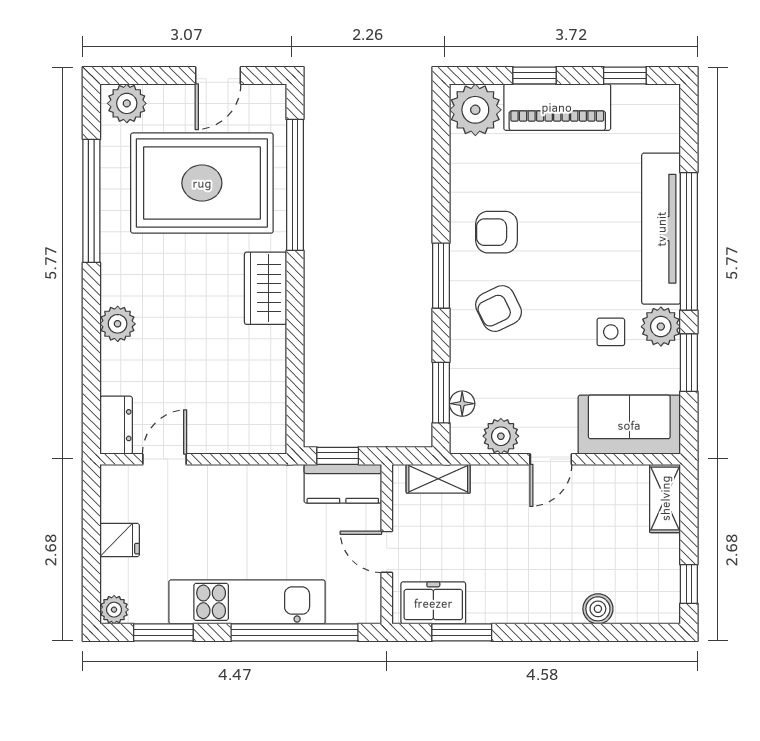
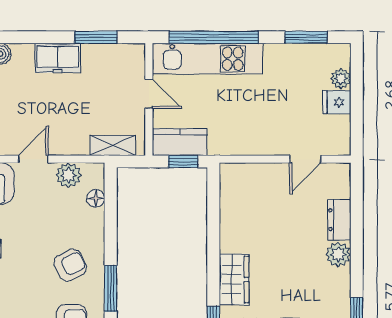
window: (441, 393) -> (111, 206), removed
dresser: (116, 425) -> (339, 220), moved
kitchen unit: (247, 602) -> (207, 59), moved
freezer: (433, 603) -> (58, 58), moved
plant: (114, 610) -> (341, 79), moved

